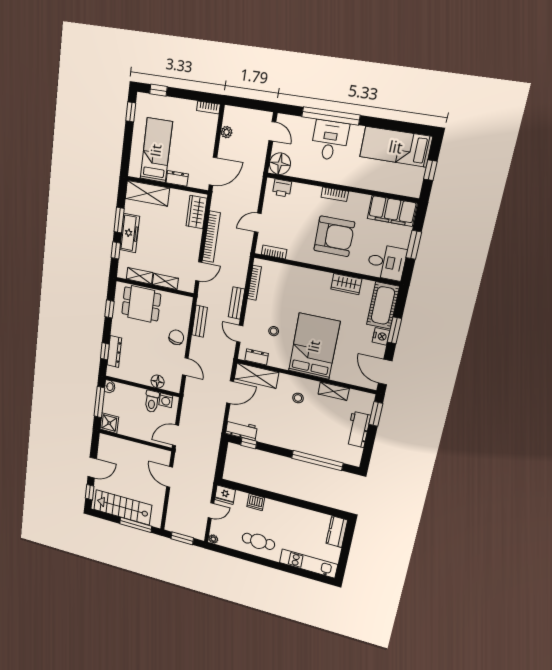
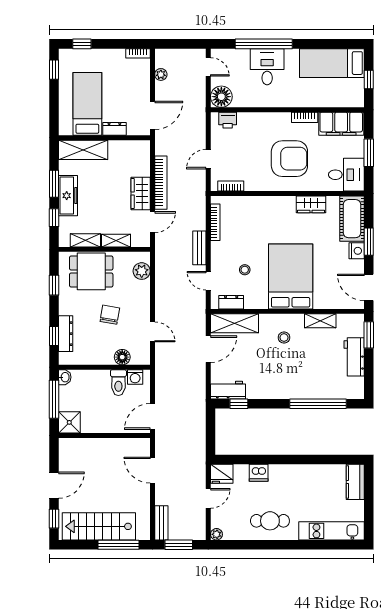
bookcase: (335, 194) -> (305, 117), moved
wardrobe: (196, 212) -> (141, 193), moved
plant: (183, 313) -> (142, 271), added
bench: (200, 321) -> (161, 523), moved
chair: (176, 337) -> (110, 315), moved

